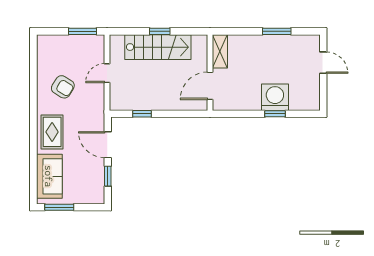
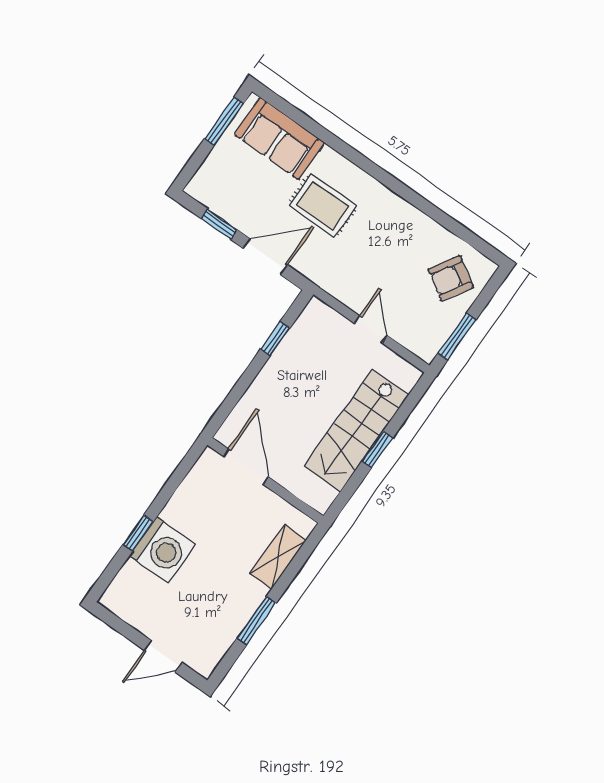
shelving: (220, 51) -> (278, 557), moved, turned 90
armchair: (63, 87) -> (451, 278), moved
rug: (52, 132) -> (323, 205), moved

